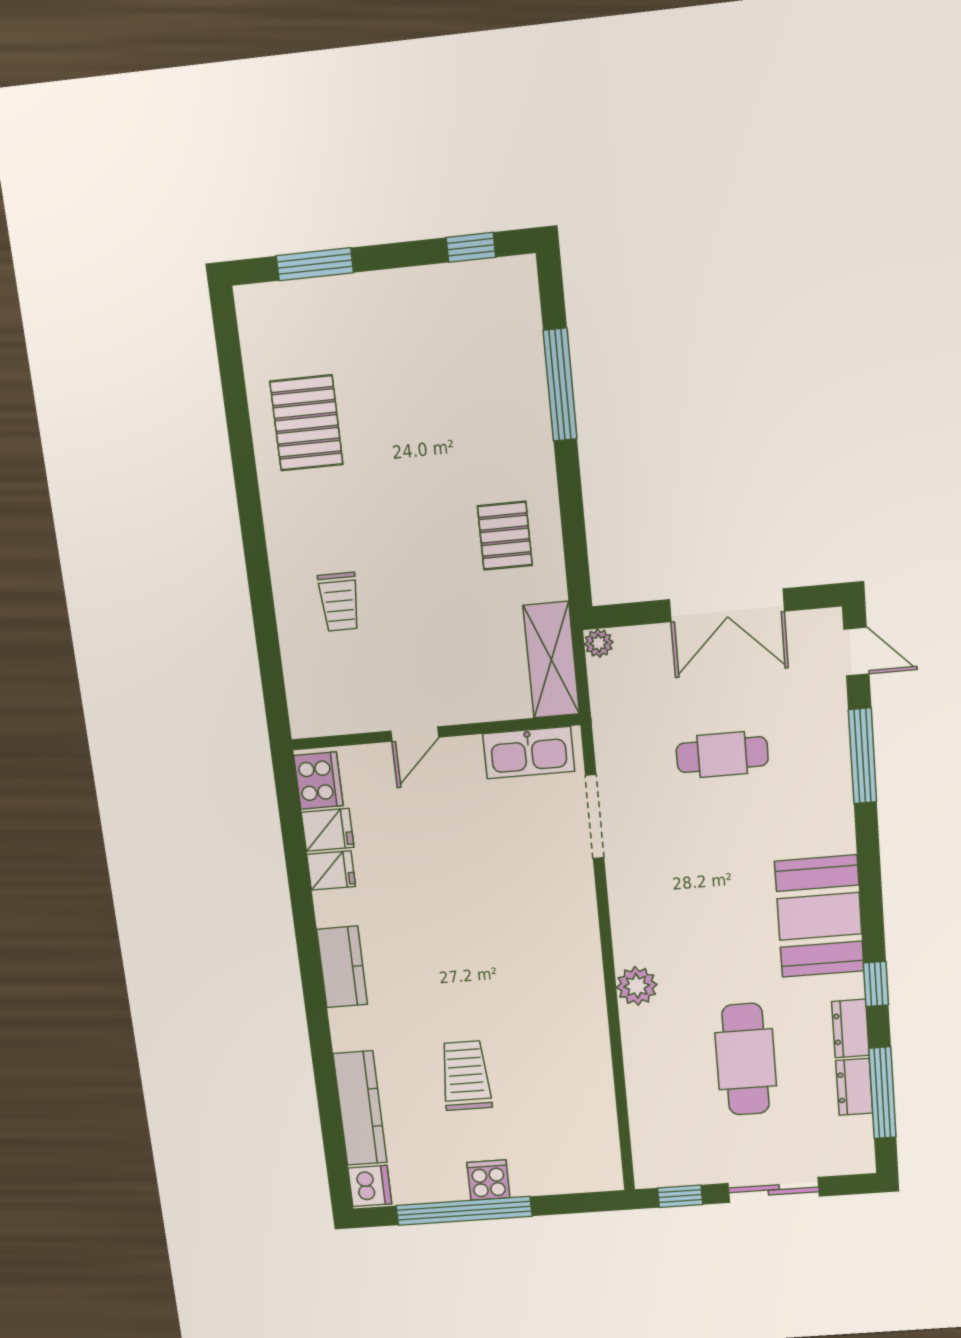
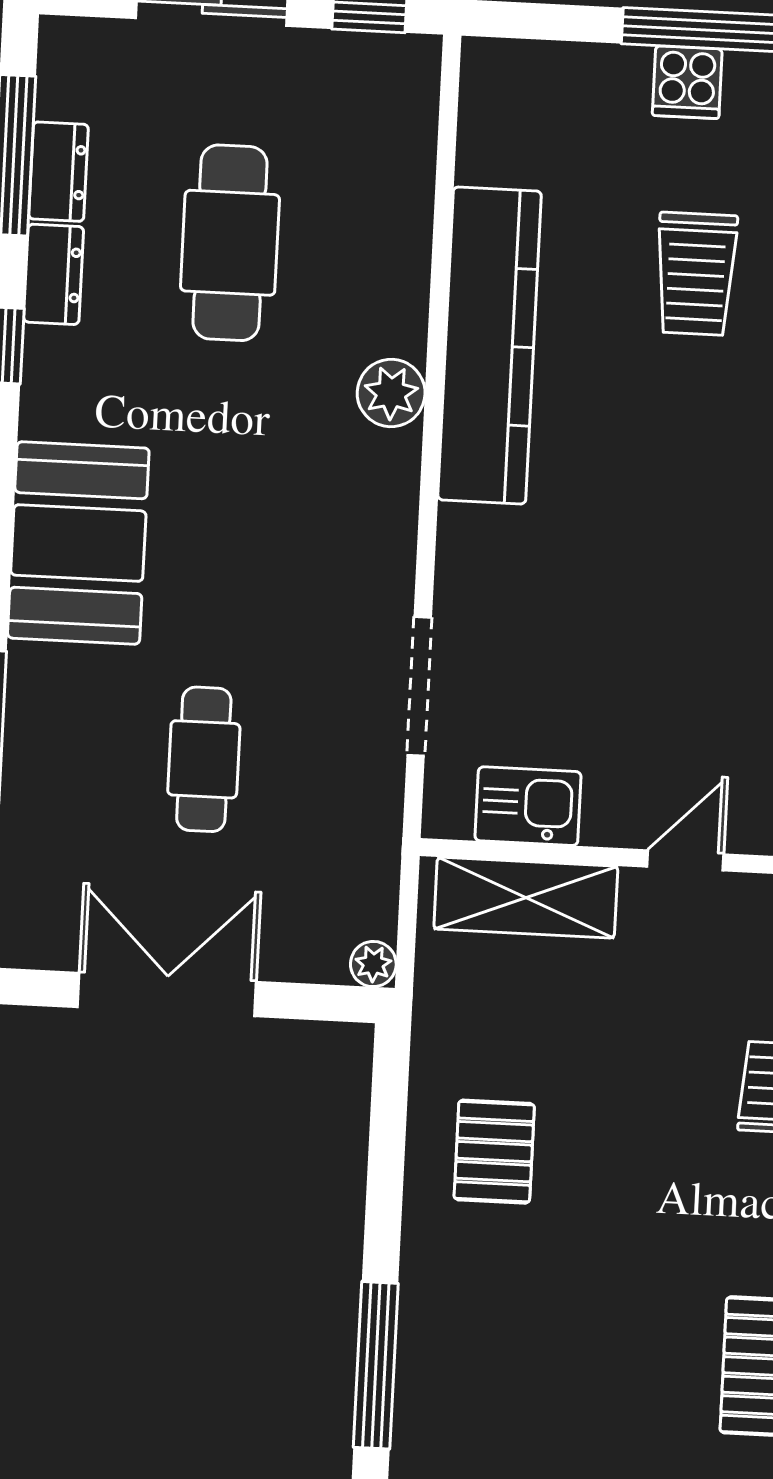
shelving: (551, 660) -> (526, 898), moved, turned 90
kitchen sink: (529, 753) -> (528, 806), width x0.73
cafe table: (722, 755) -> (204, 759), turned 90
booth: (819, 916) -> (78, 543), moved
kitchen counter: (582, 1020) -> (490, 345), added

